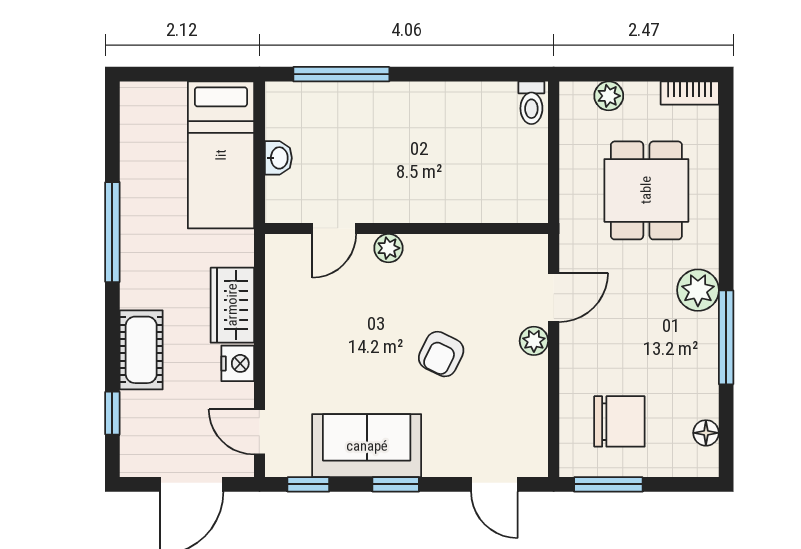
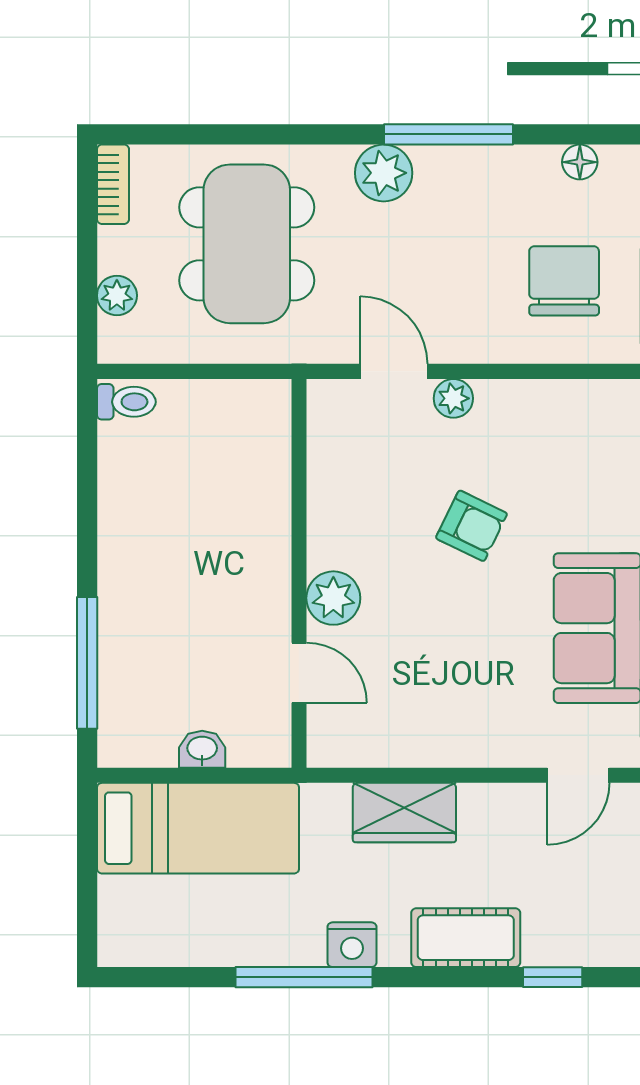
dining table: (646, 190) -> (247, 244), width x1.38
plant: (388, 248) -> (333, 598), width x1.38, depth x1.38
nightstand: (238, 363) -> (352, 945), moved, turned 180

